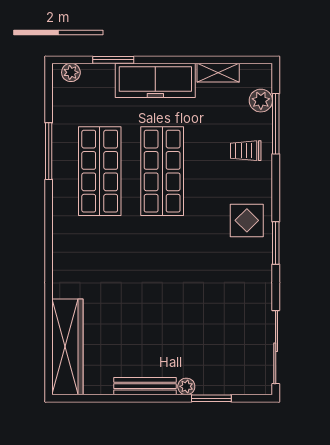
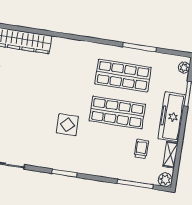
plant: (261, 101) -> (165, 180), moved
trolley: (246, 151) -> (141, 149), moved
display table: (247, 220) -> (67, 125), moved

